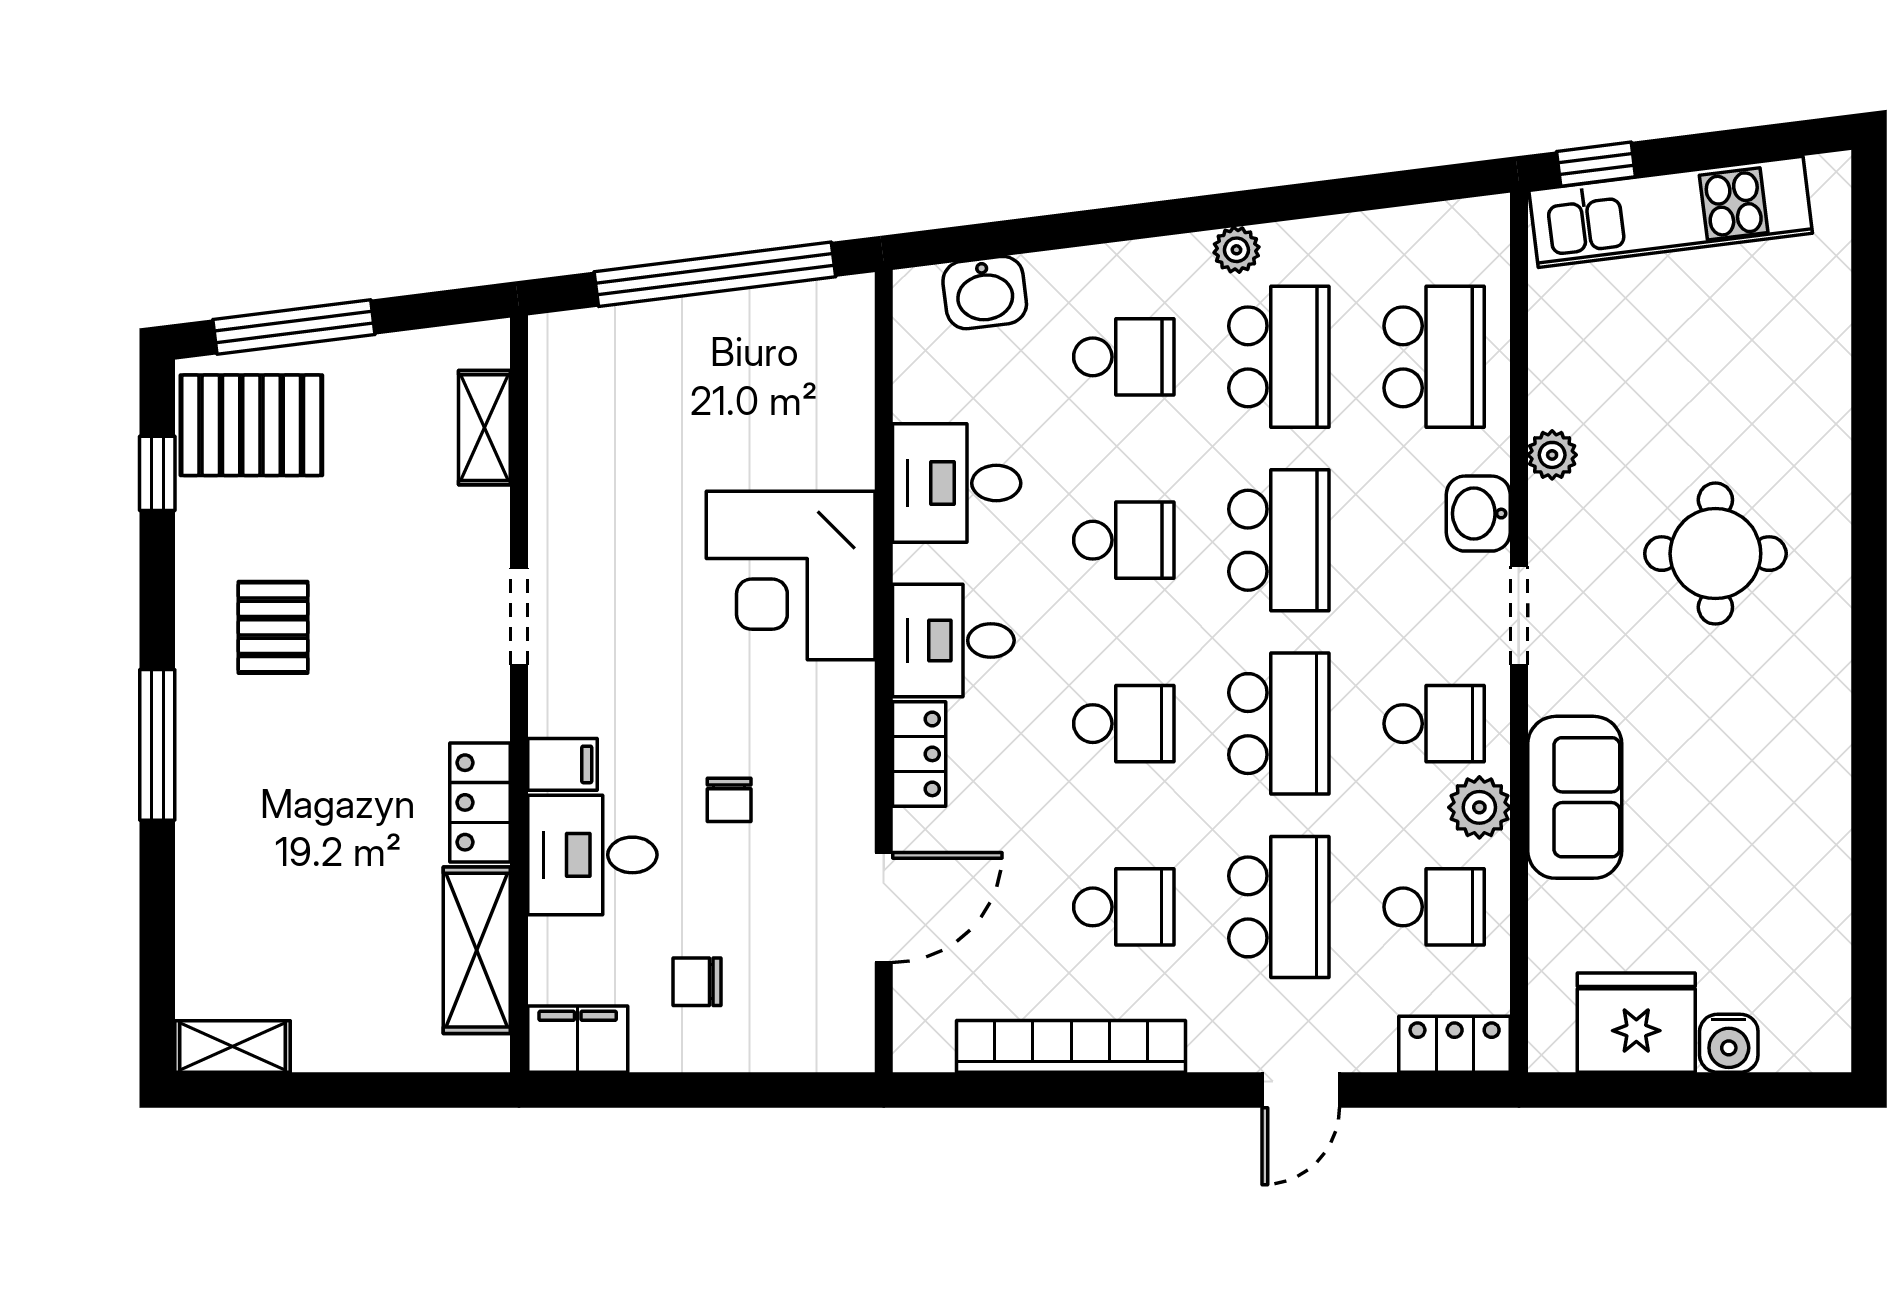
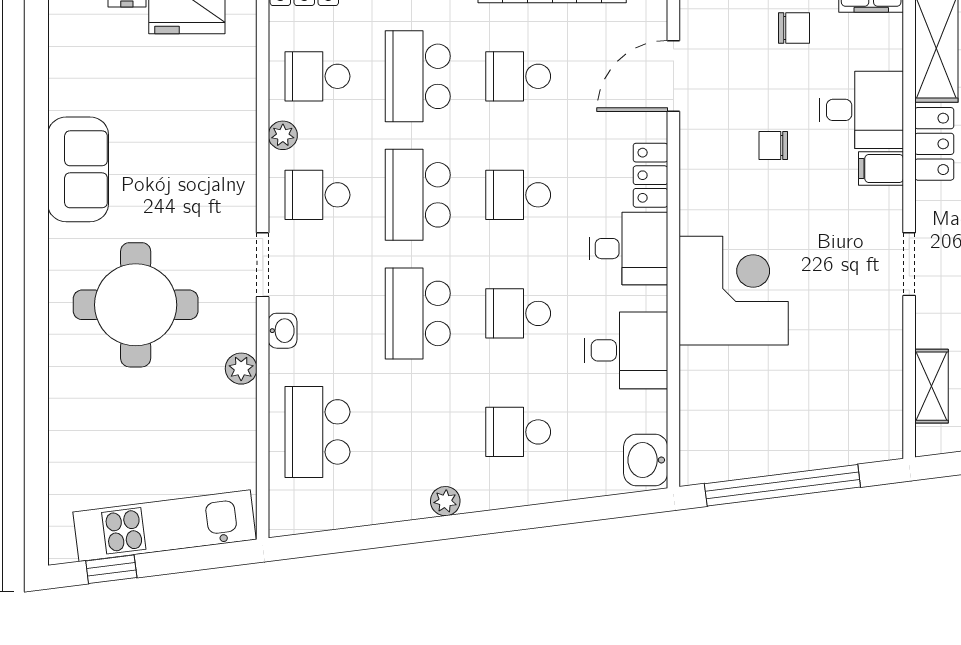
window: (1596, 164) -> (111, 569), moved
washbasin: (985, 293) -> (646, 460), moved, turned -83
school desk: (1279, 357) -> (418, 432), removed
washbasin: (1478, 514) -> (283, 331), width x0.72, depth x0.69
round table: (1715, 554) -> (136, 305), width x1.36, depth x1.36
sofa: (1575, 797) -> (78, 169), moved, turned 180
chair: (729, 800) -> (773, 146), turned -90
plant: (1479, 807) -> (283, 135), width x0.73, depth x0.73

